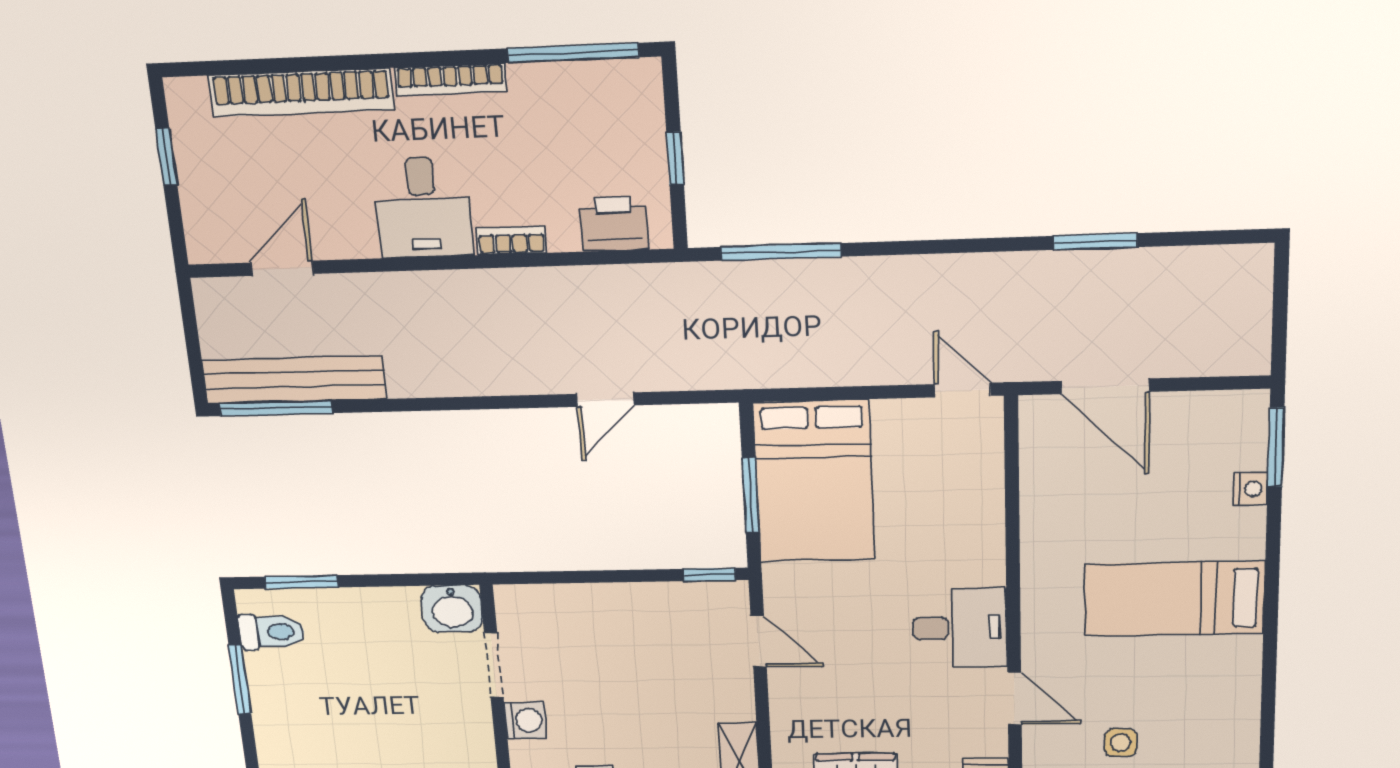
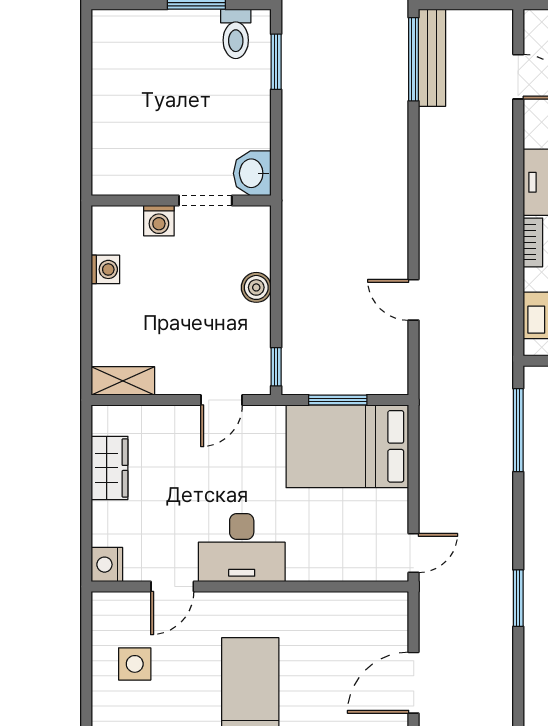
window: (1095, 242) -> (518, 598), moved
bench: (294, 380) -> (432, 58), width x0.73, depth x0.82
door: (1105, 386) -> (414, 683), moved
boiler: (604, 601) -> (256, 287), added
desk: (960, 628) -> (242, 548), width x1.37
side table: (1121, 743) -> (135, 664), width x1.37, depth x1.37

